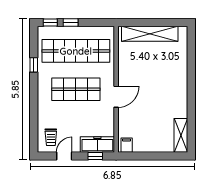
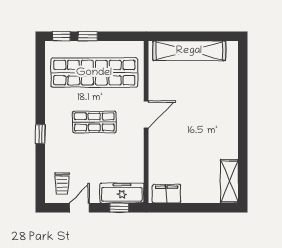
window: (34, 65) -> (40, 134), moved
shop shelf: (76, 89) -> (94, 122), width x0.70, depth x0.74
door: (116, 97) -> (146, 114), moved
filing cabinet: (127, 145) -> (166, 194), width x2.00

